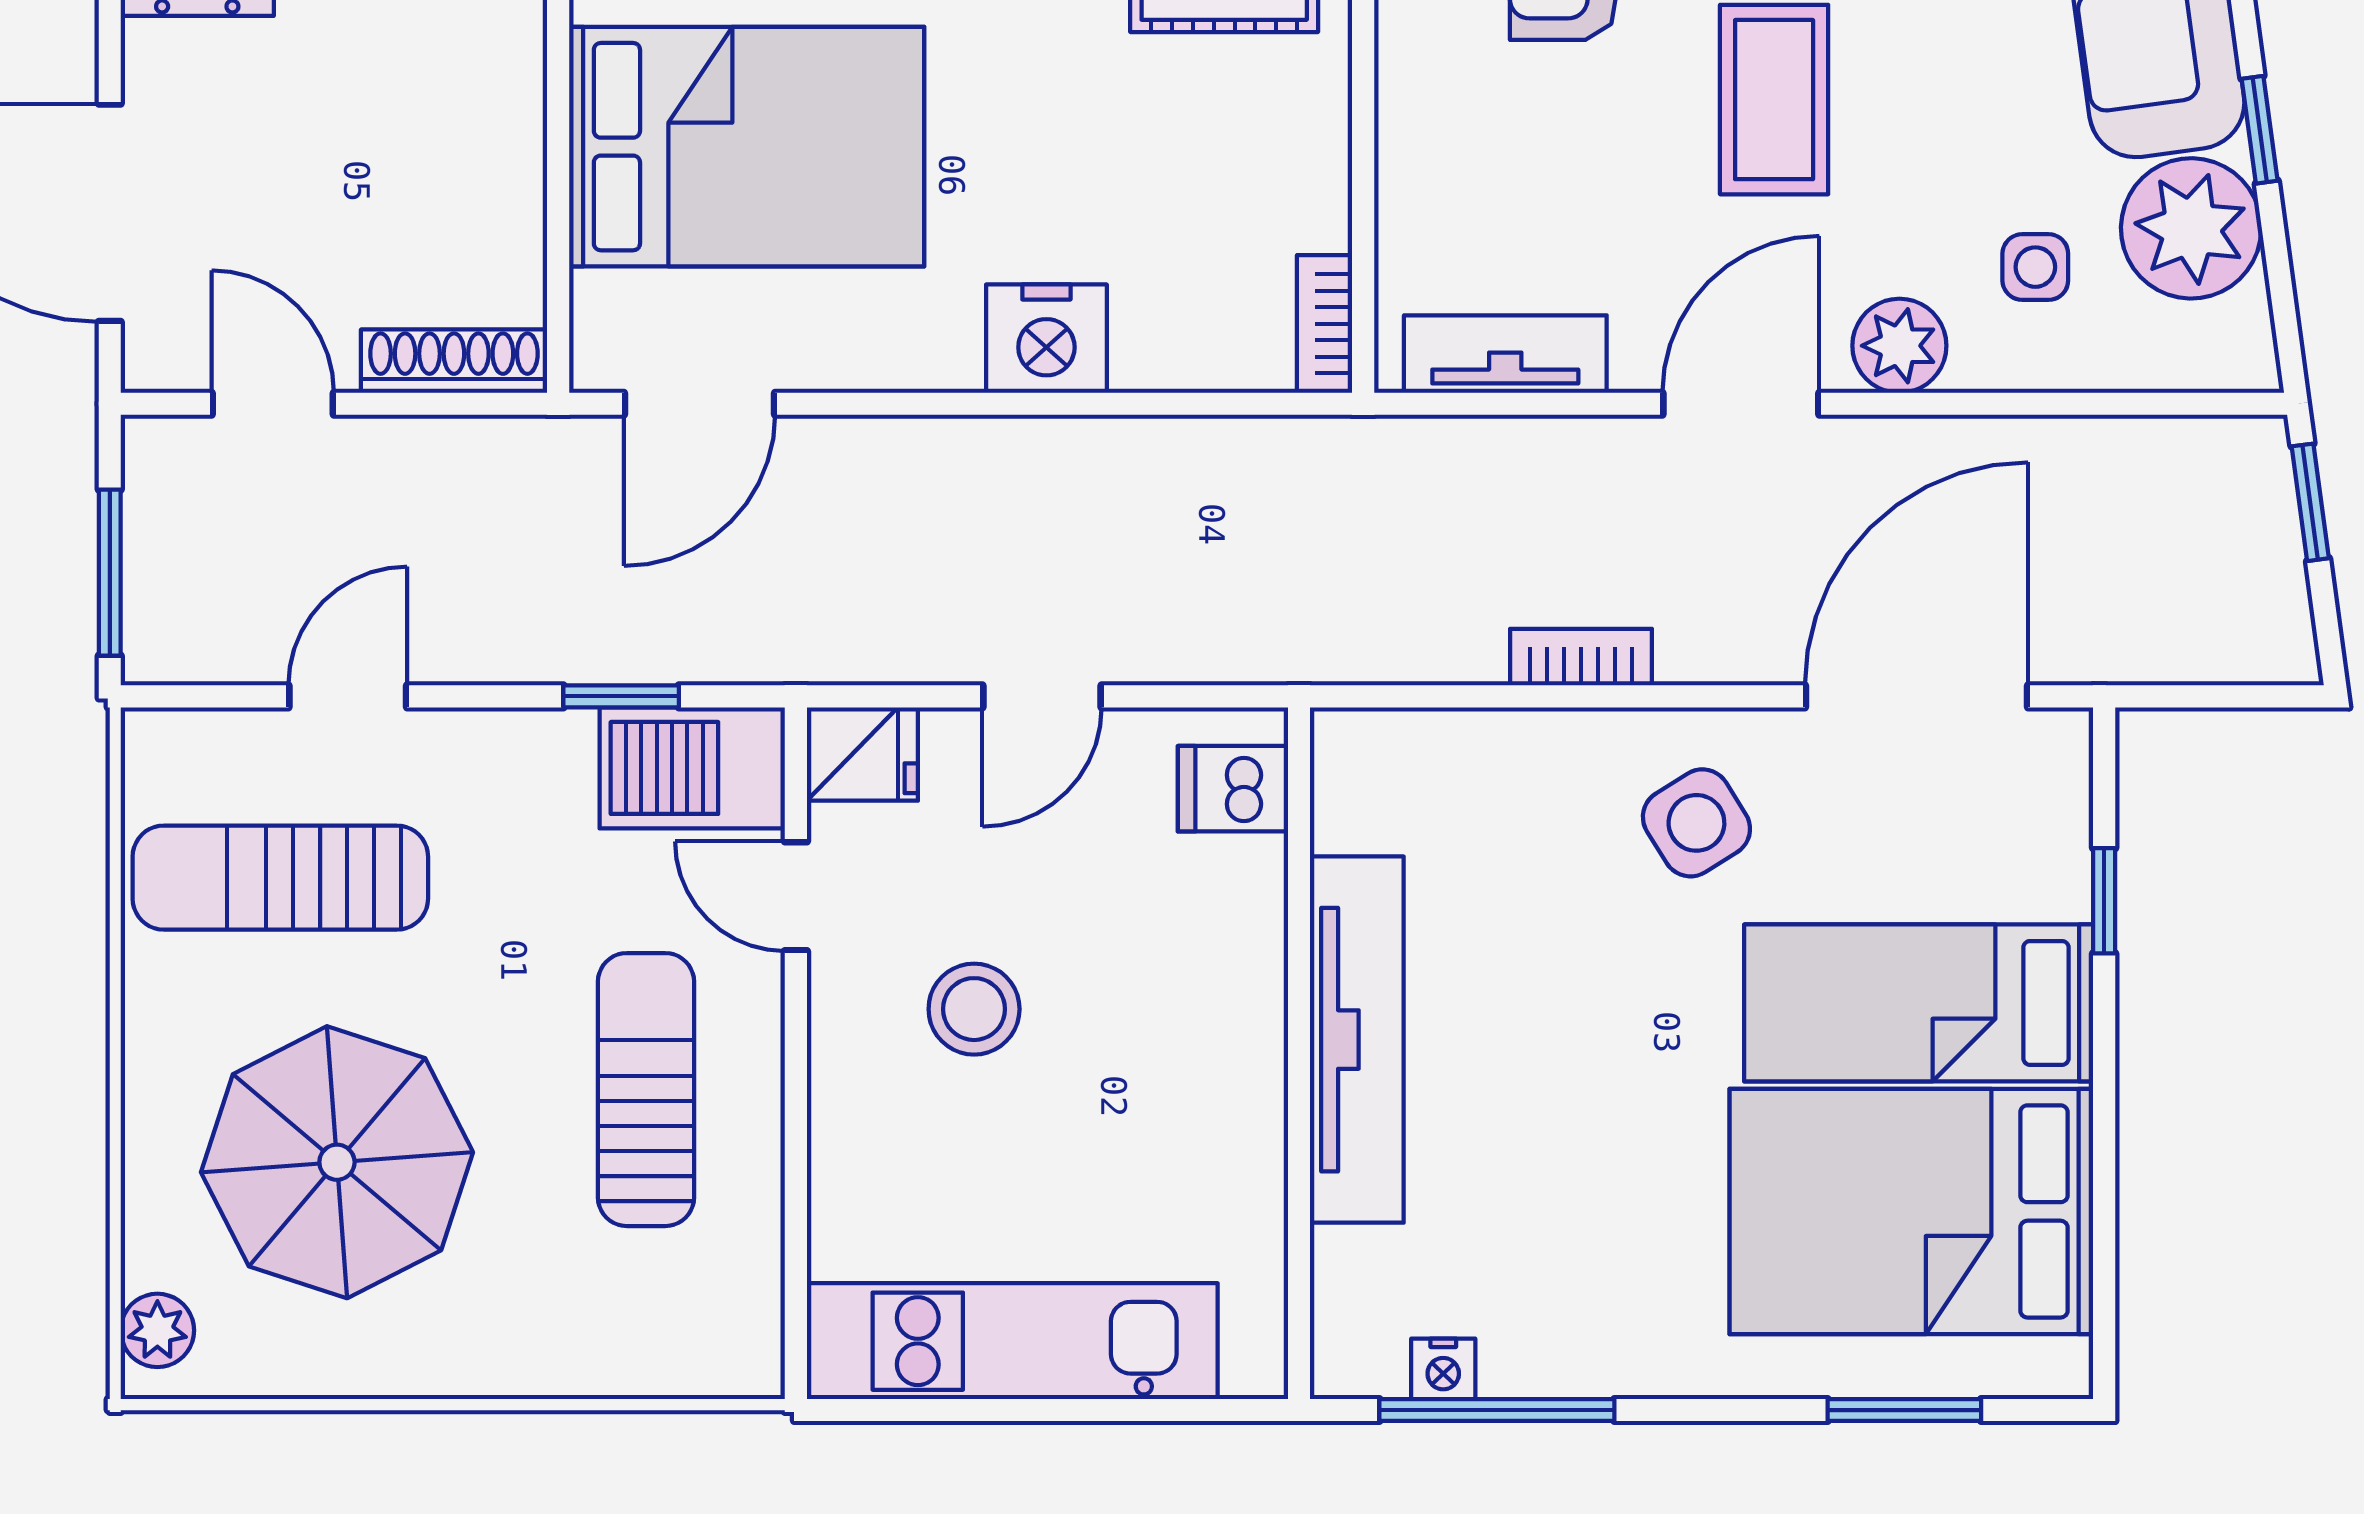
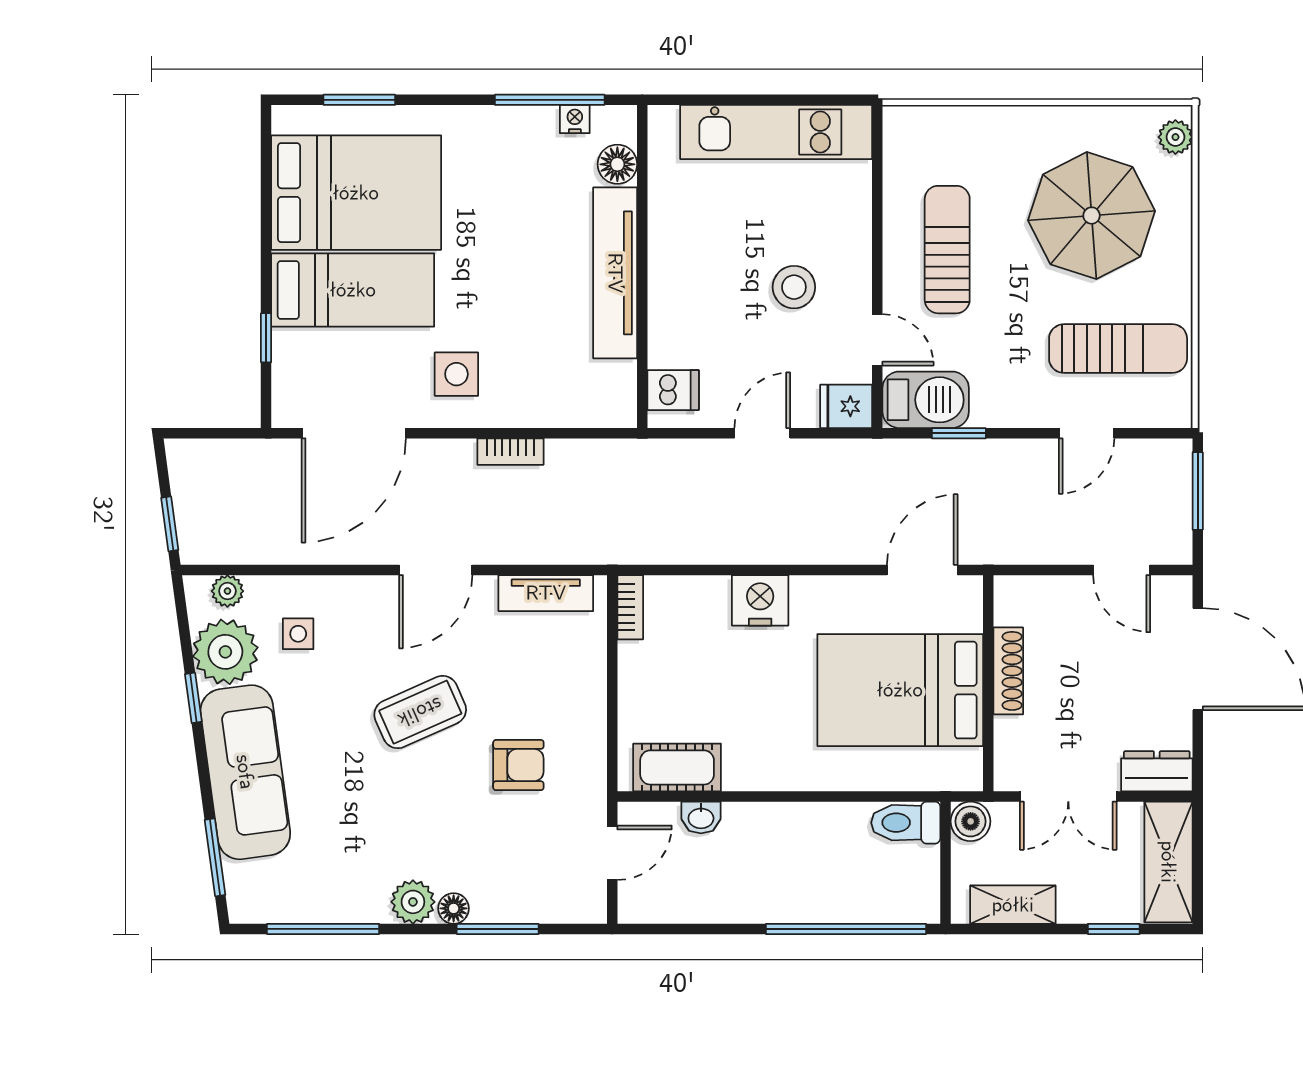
coffee table: (1774, 100) -> (420, 712), turned 66
plant: (1899, 346) -> (227, 591), moved, width x0.73, depth x0.73
shoe rack: (454, 361) -> (1008, 671), moved, turned -90
side table: (1696, 823) -> (456, 374), turned 32
sun lounger: (646, 1090) -> (947, 250), turned 180
floor lamp: (1352, 1272) -> (617, 164), added

